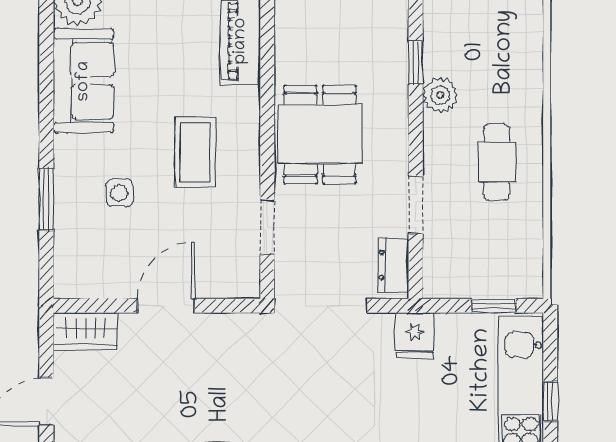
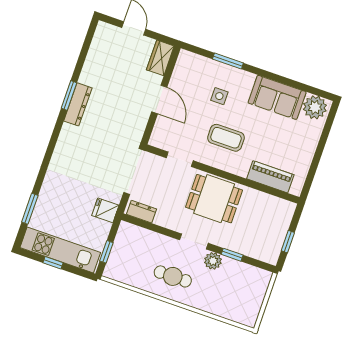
doorway: (416, 205) -> (194, 241), moved

